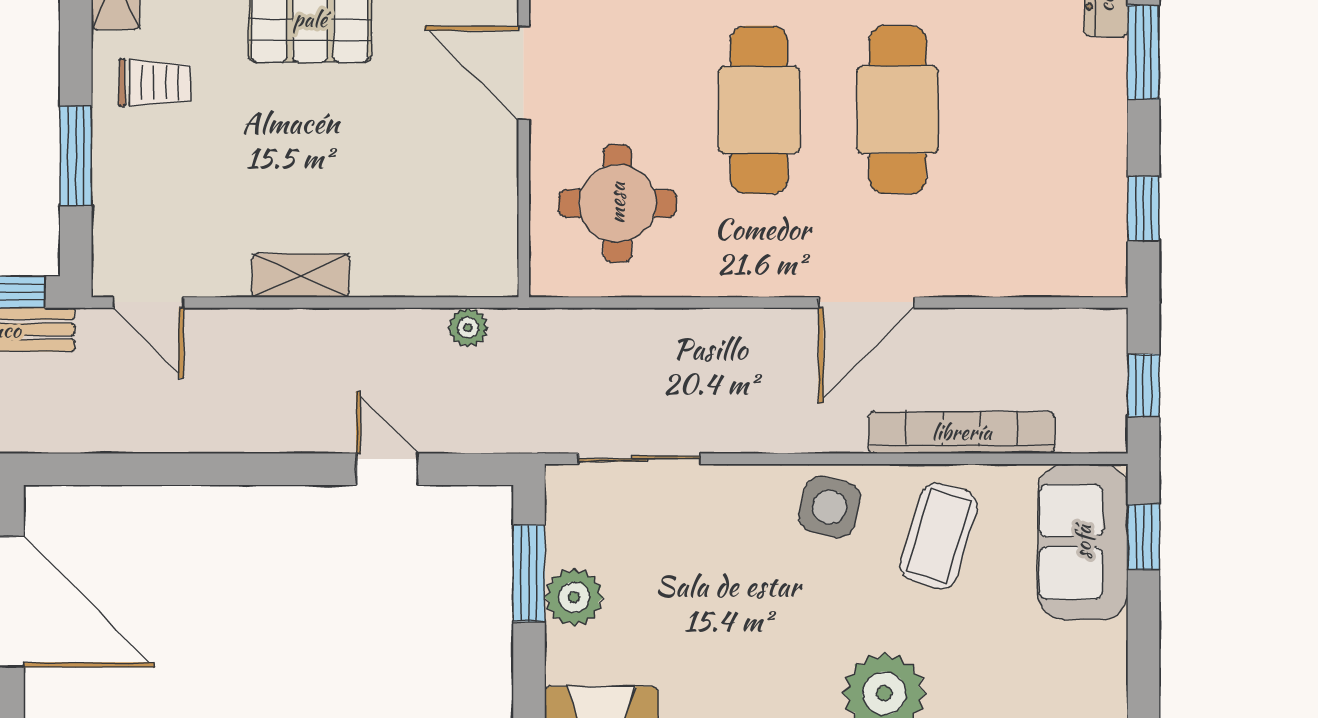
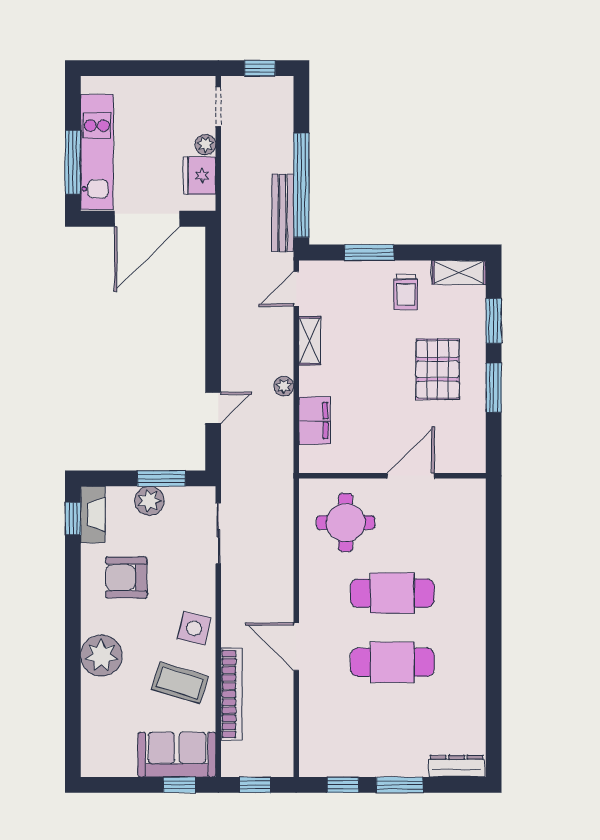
window: (1144, 52) -> (399, 785), moved
filing cabinet: (413, 266) -> (315, 421), added
shelving: (301, 275) -> (310, 341), moved
plant: (468, 328) -> (284, 386), moved
armchair: (728, 643) -> (126, 578), added

